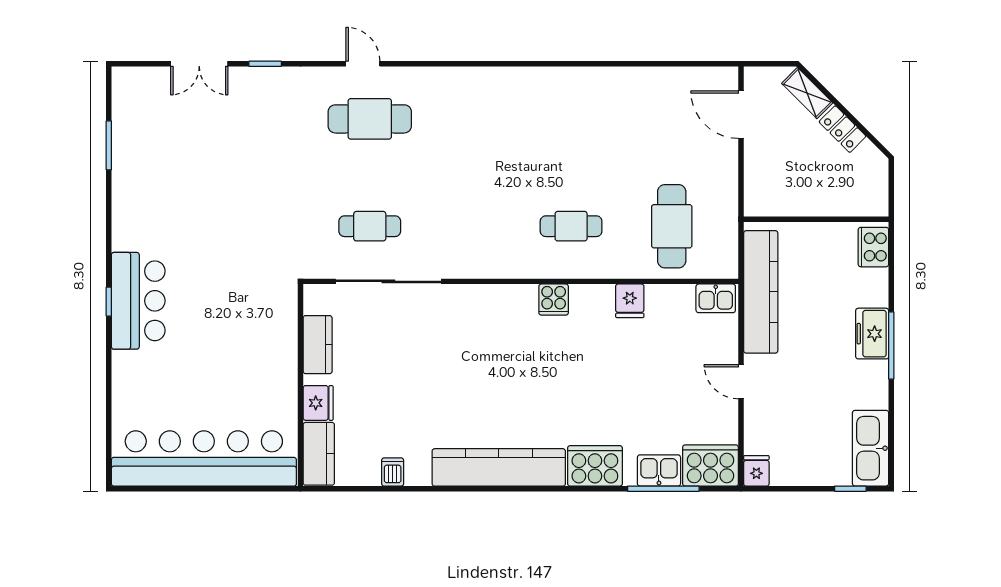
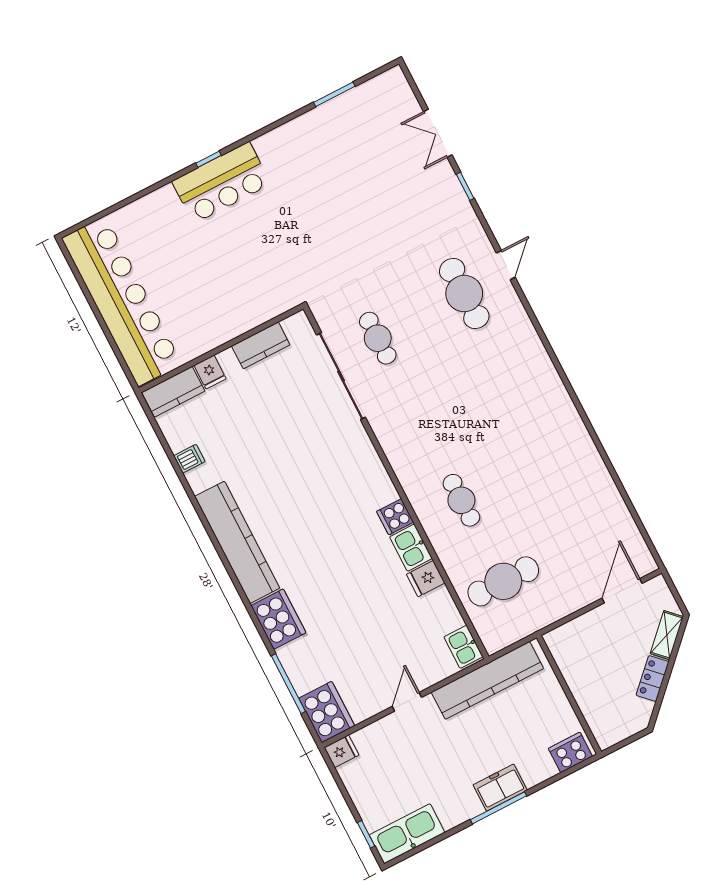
fridge: (318, 403) -> (210, 372), width x0.72
kitchen sink: (659, 470) -> (411, 548), moved, turned 180

